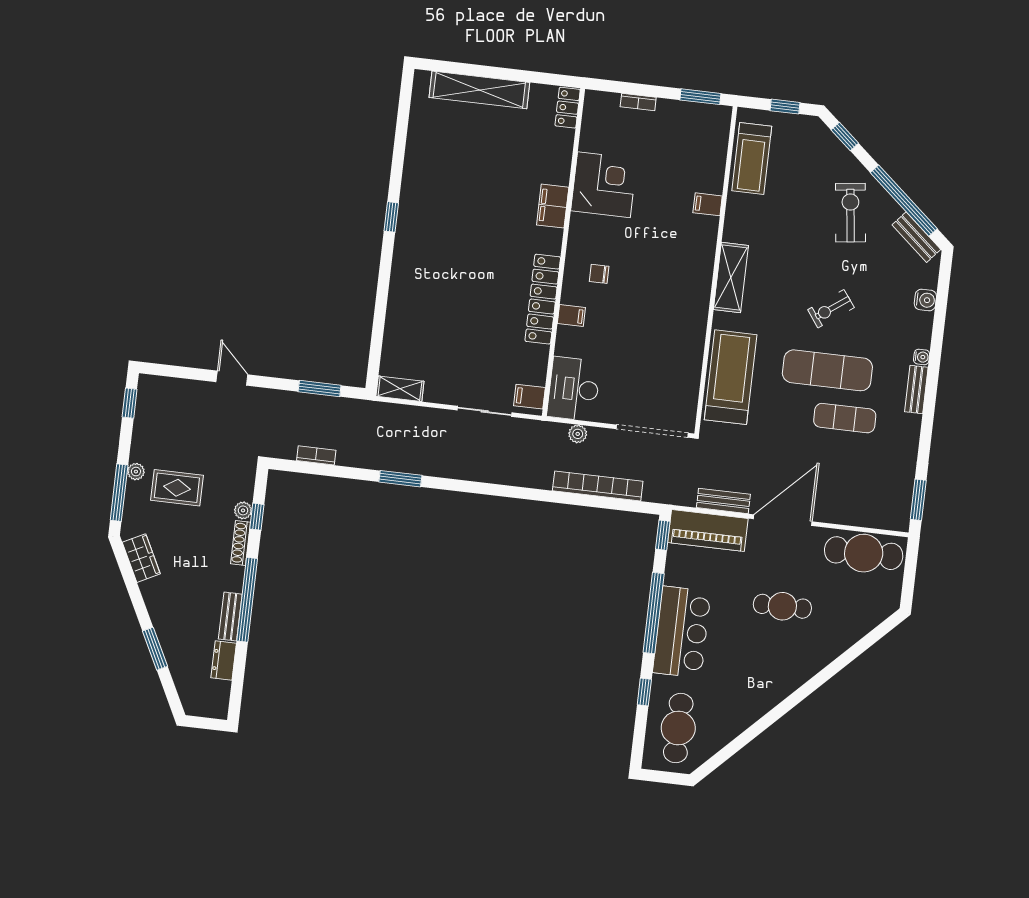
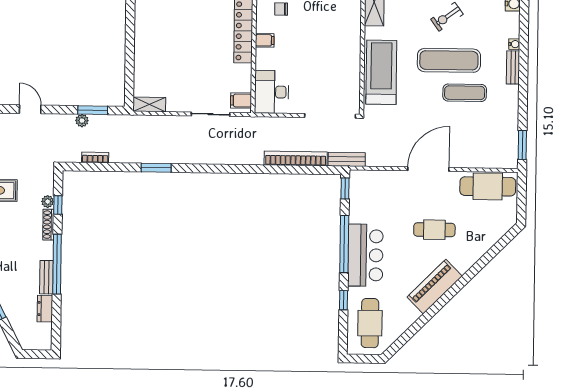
plant: (578, 434) -> (82, 121), moved
bench: (723, 501) -> (347, 159), moved
piano: (708, 531) -> (435, 287), moved, turned 135

